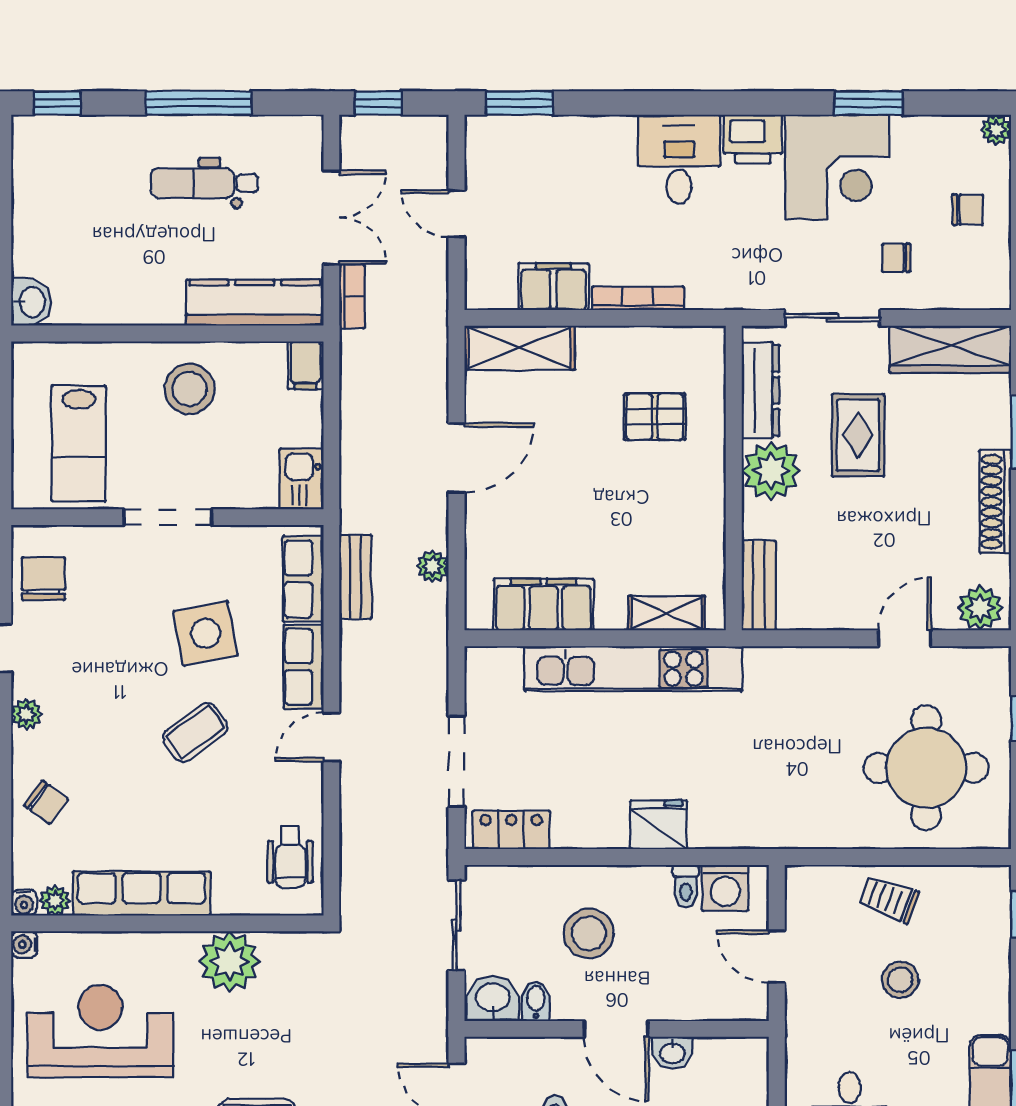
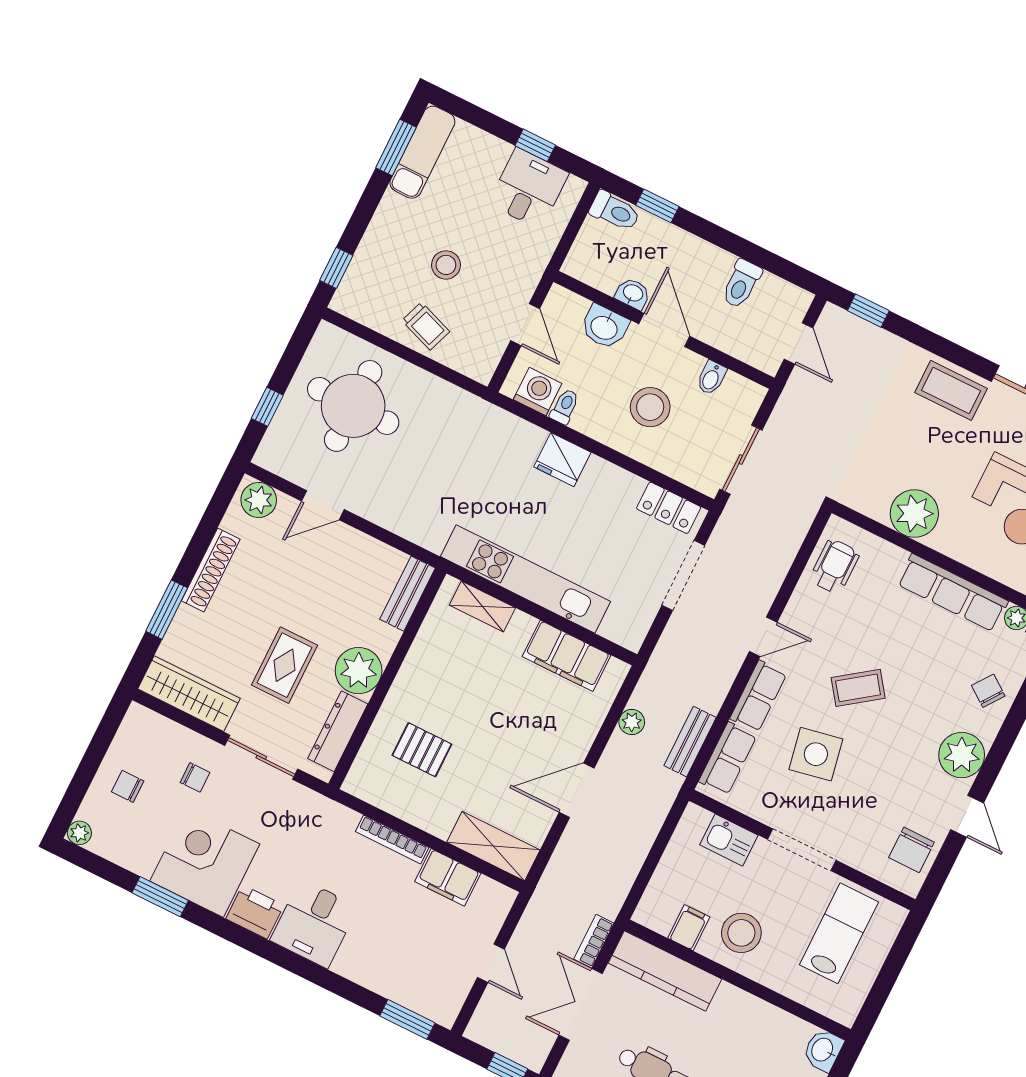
filing cabinet: (306, 365) -> (689, 928), moved
kitchen sink: (302, 479) -> (729, 840), moved, turned 90
plant: (26, 714) -> (962, 755), width x1.88, depth x1.88
washbasin: (493, 999) -> (604, 327), moved

